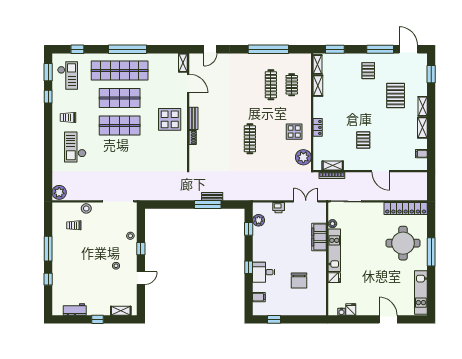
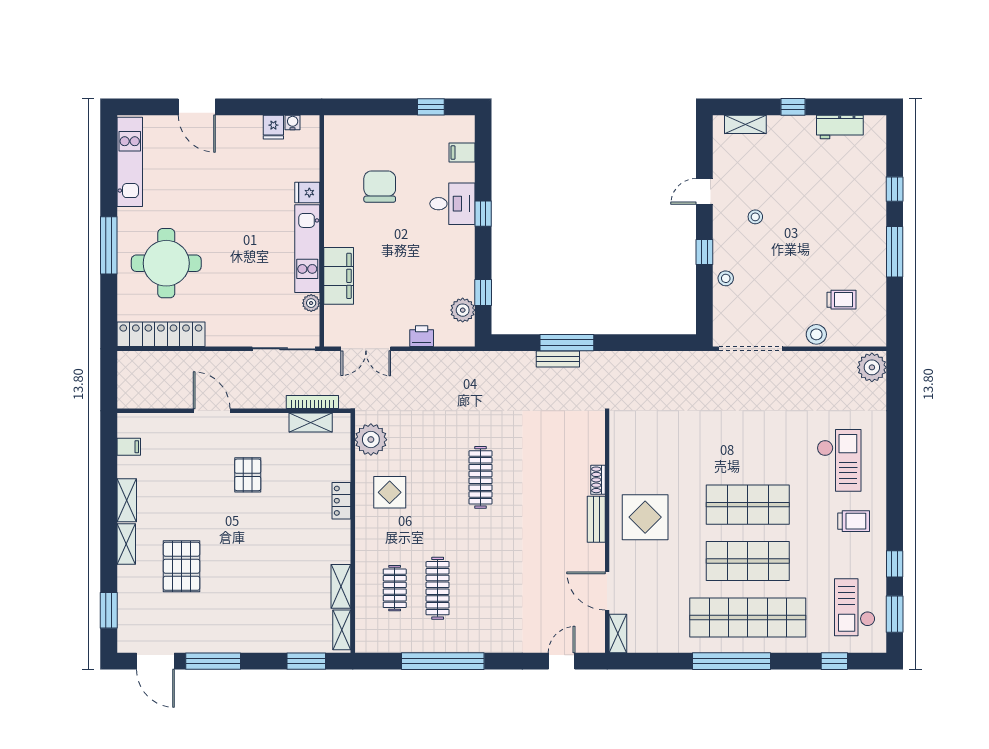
pallet: (368, 71) -> (238, 617), removed

